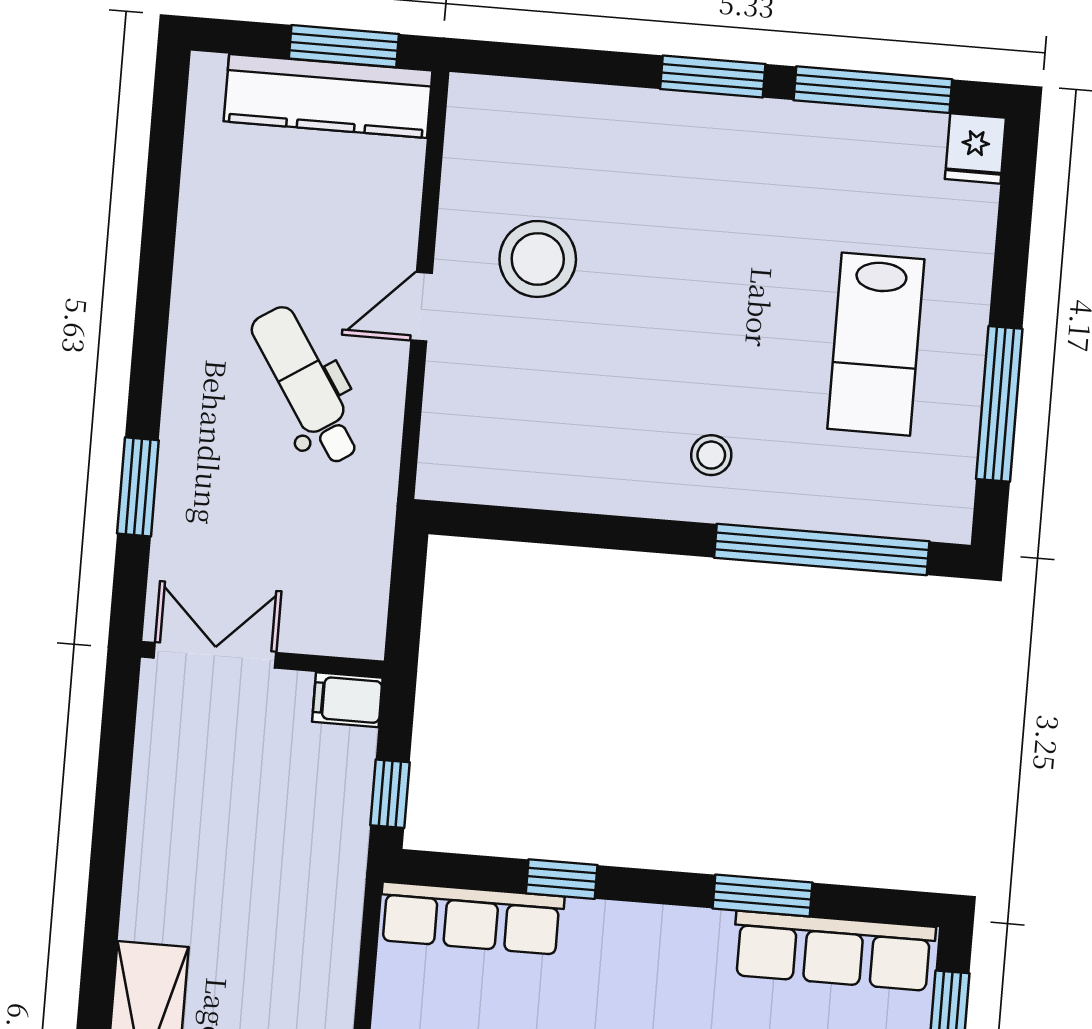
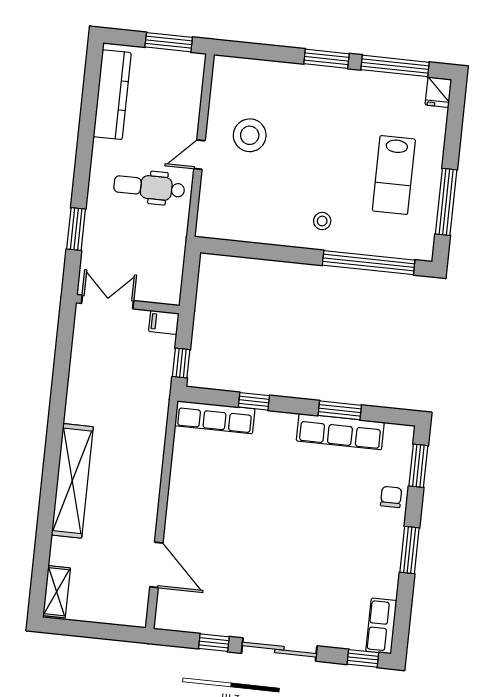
kitchen counter: (328, 96) -> (112, 95), moved, turned -90
dental chair: (306, 385) -> (149, 187), turned -57
row of seats: (834, 951) -> (340, 432), moved

